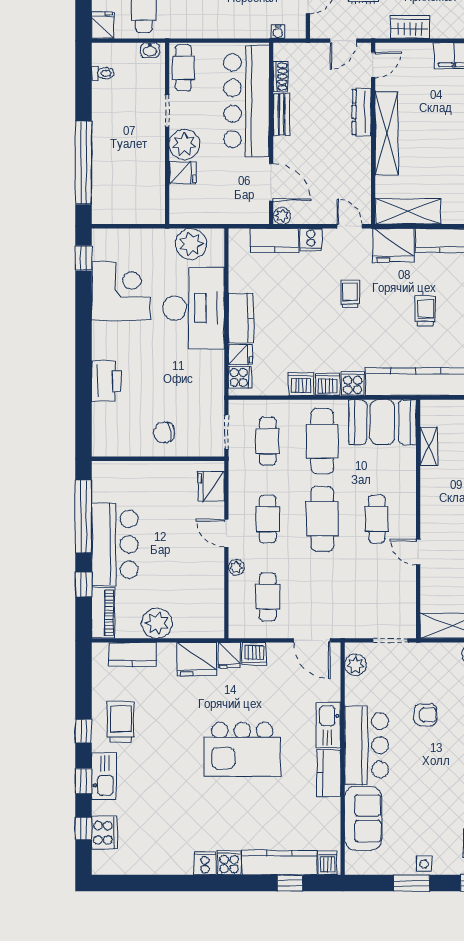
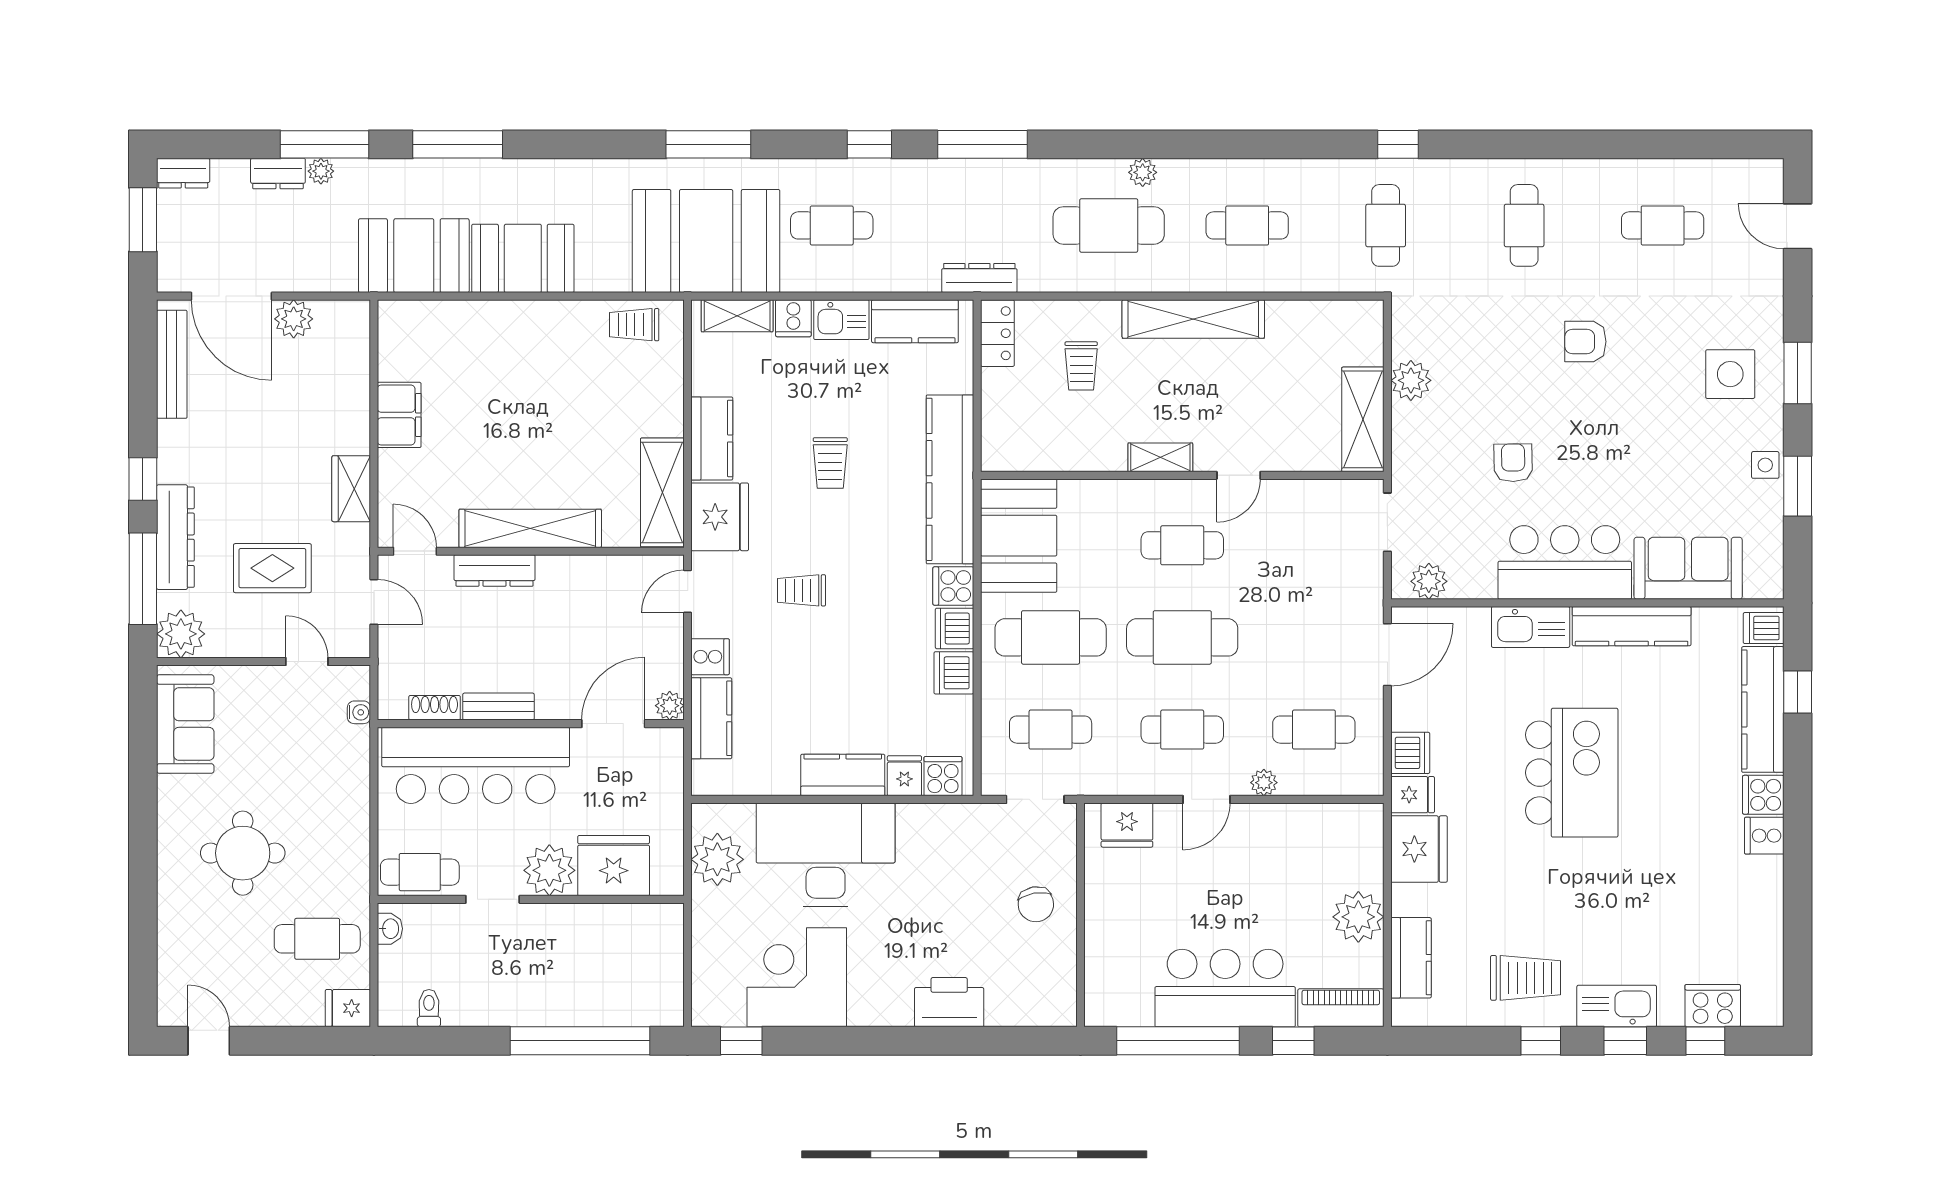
fridge: (183, 173) -> (614, 866), width x1.88, depth x1.34
trolley: (425, 311) -> (830, 463), turned -90
shelving: (429, 446) -> (1160, 457), moved
trolley: (121, 722) -> (1526, 978), turned 180
kitchen counter: (329, 773) -> (1632, 626), width x1.50

